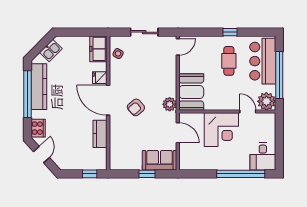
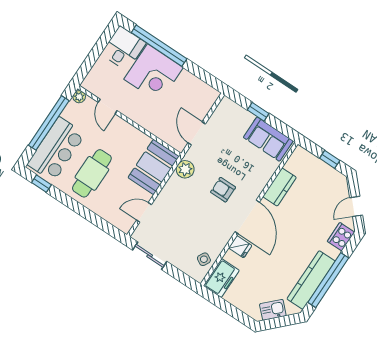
sliding door: (144, 32) -> (150, 256), moved
window: (230, 32) -> (41, 184), moved
door: (178, 47) -> (144, 212), moved
cafe table: (229, 61) -> (92, 173), width x1.37, depth x1.35
plant: (266, 101) -> (79, 97), width x0.53, depth x0.53
armchair: (136, 107) -> (223, 190), turned -139
corner desk: (221, 130) -> (154, 73), moved, turned 180
sofa: (159, 160) -> (268, 139), moved
window: (90, 174) -> (330, 159), moved

